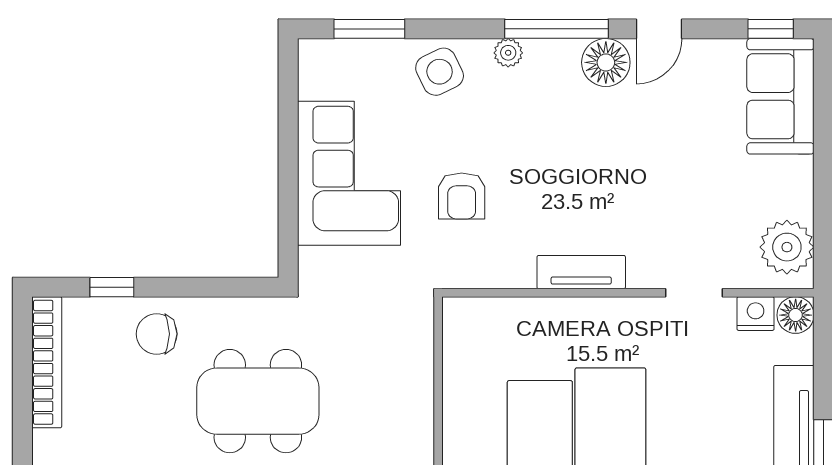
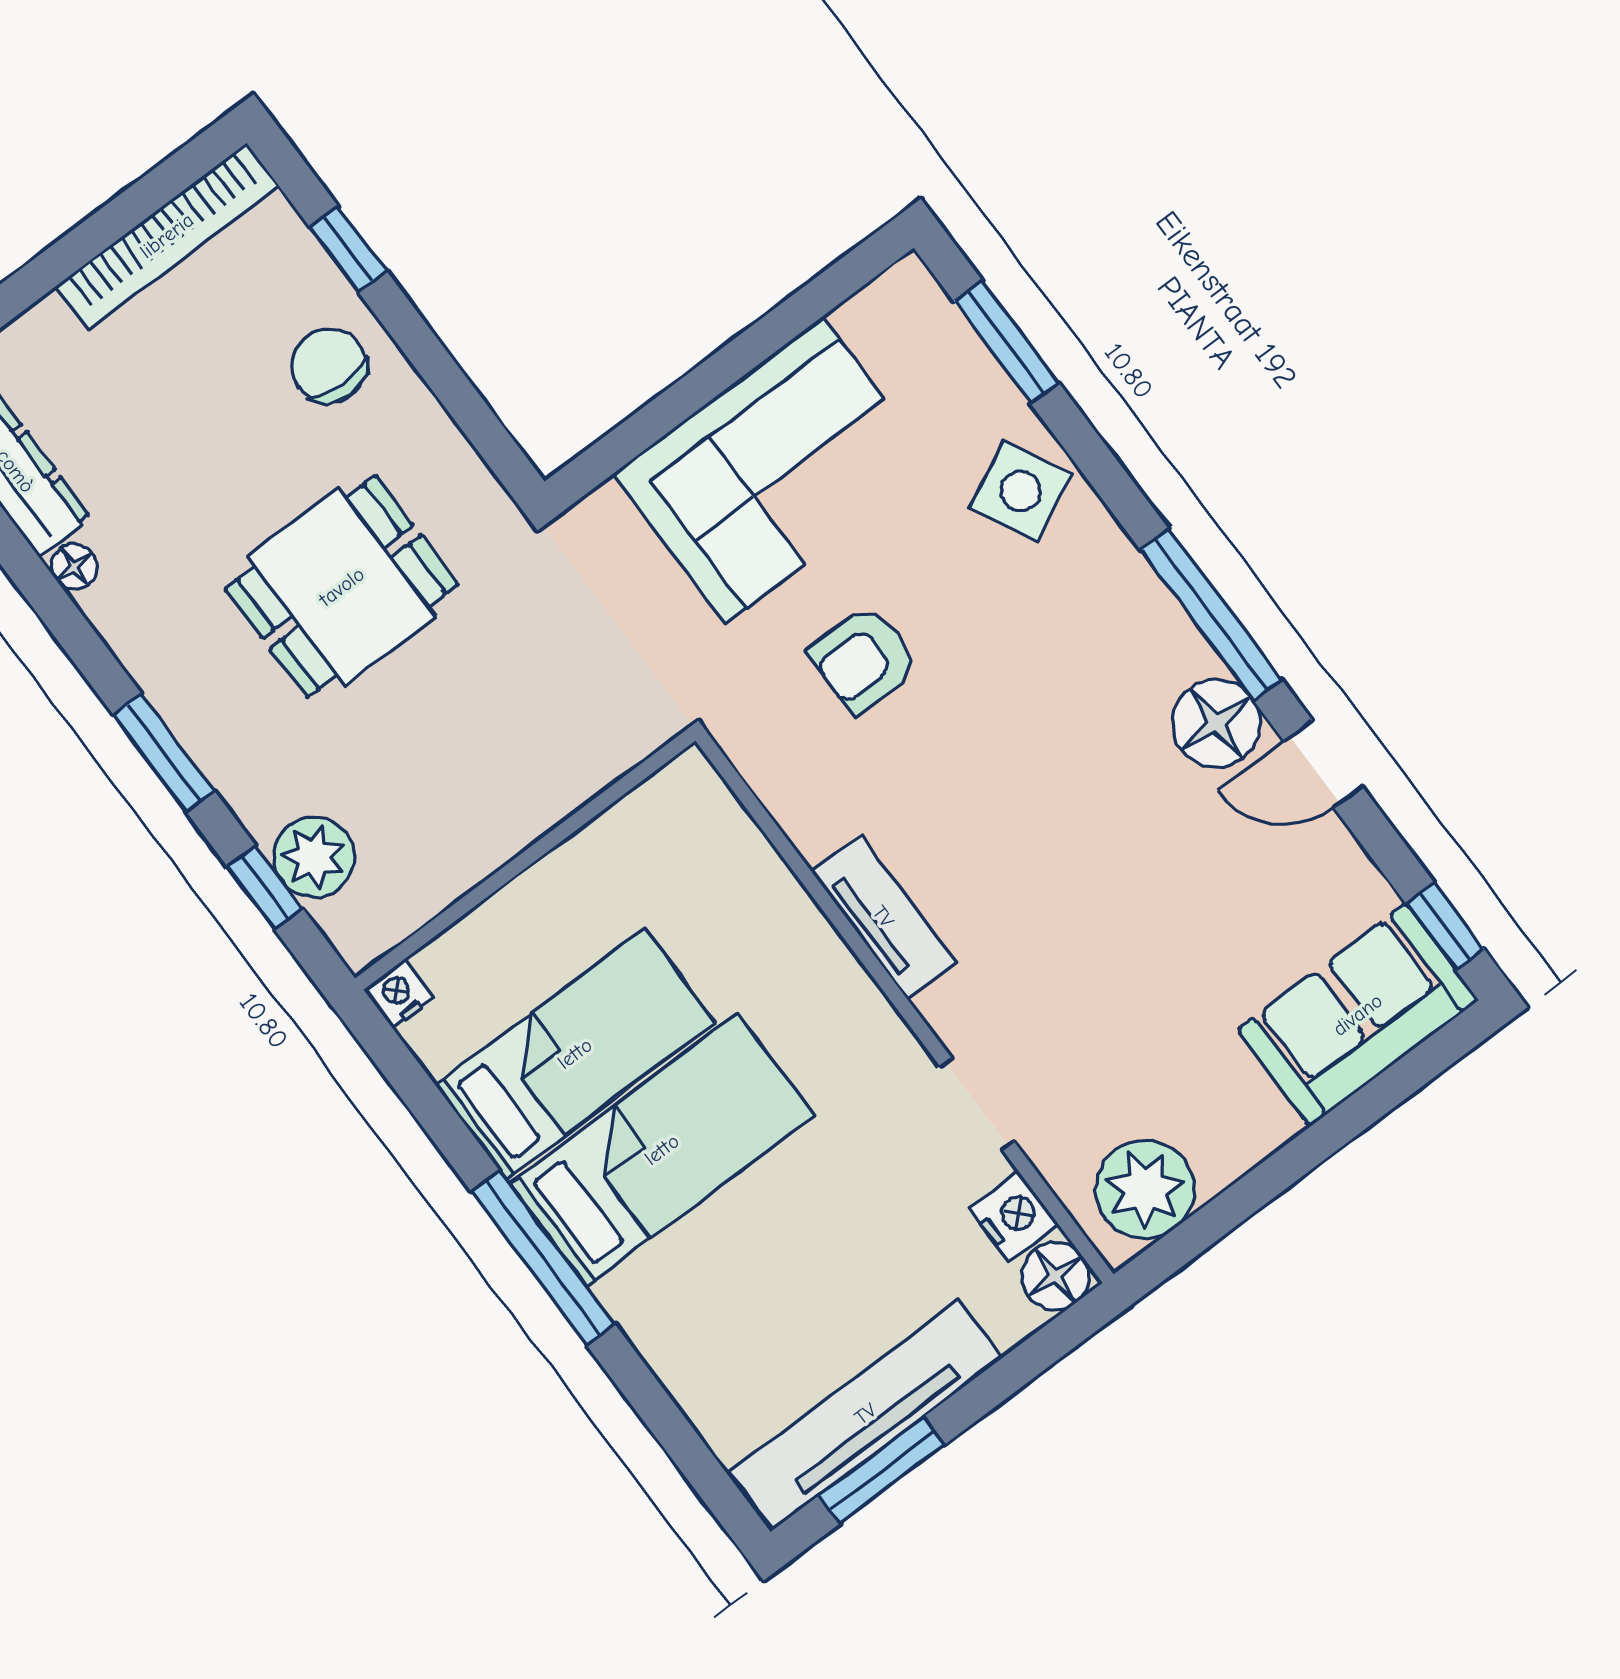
plant: (508, 53) -> (1123, 570), removed
dining table: (258, 401) -> (342, 587), width x0.73

